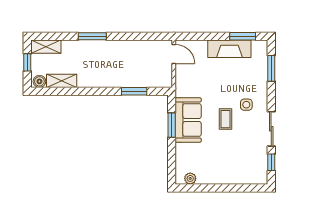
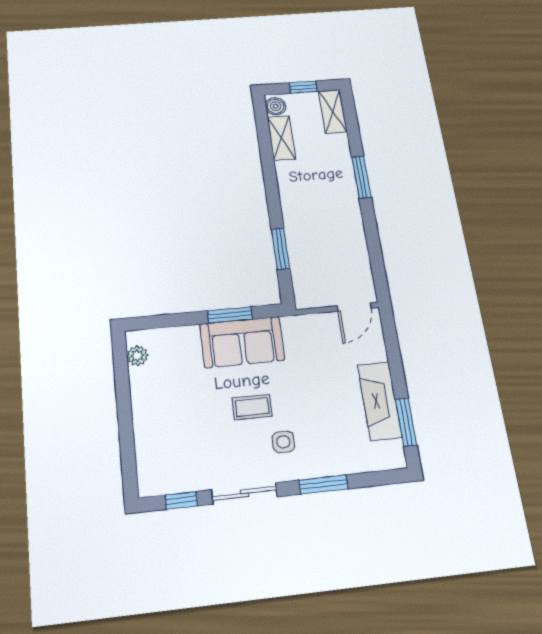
window: (271, 68) -> (323, 484), moved

